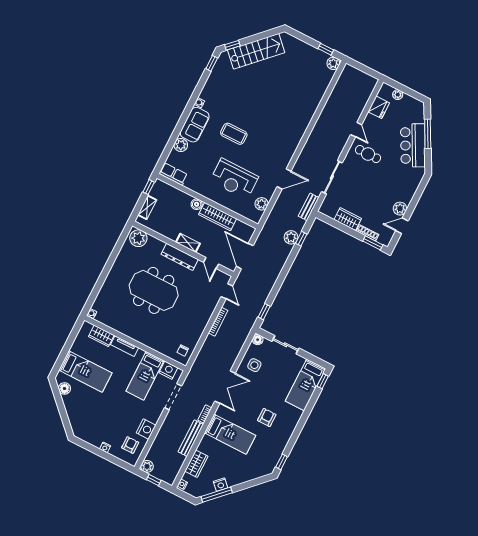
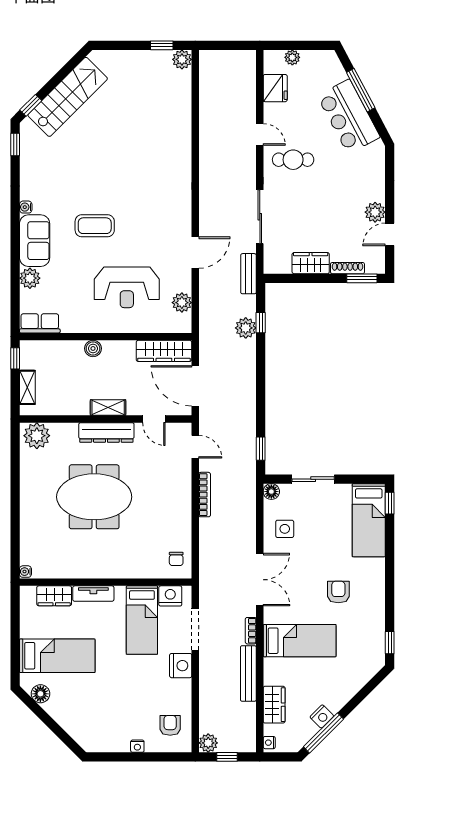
wardrobe: (218, 217) -> (164, 351), moved
nightstand: (146, 429) -> (181, 666), moved

